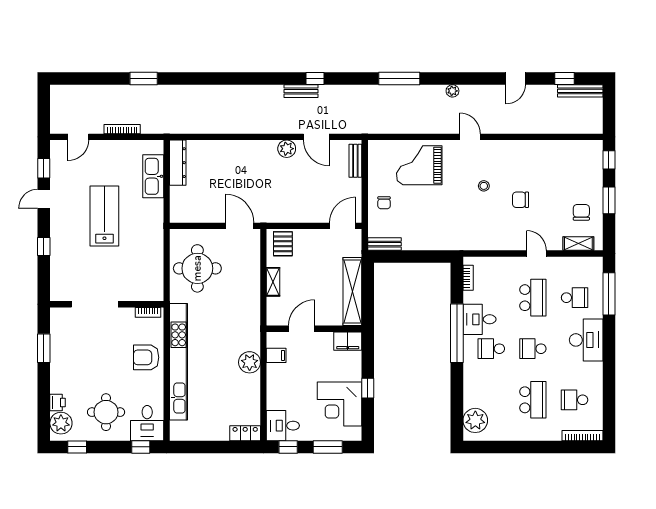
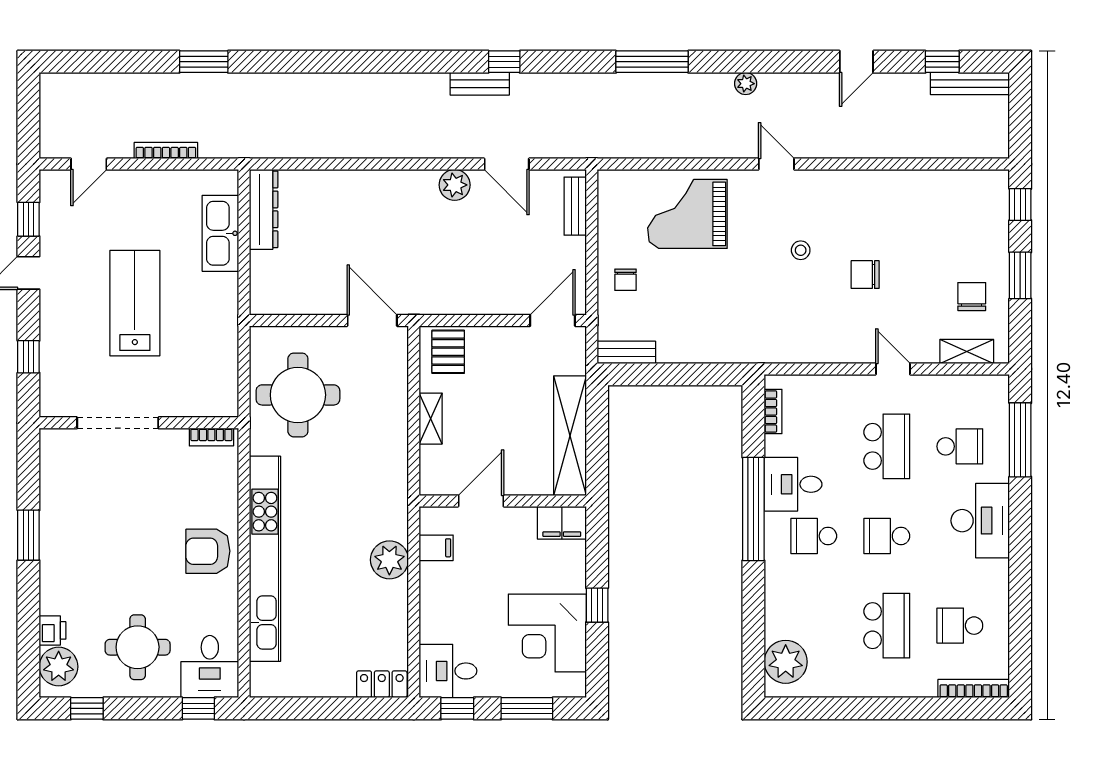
doorway: (95, 304) -> (118, 423), moved
wall: (107, 304) -> (139, 423), moved
bookcase: (148, 312) -> (211, 437), moved

